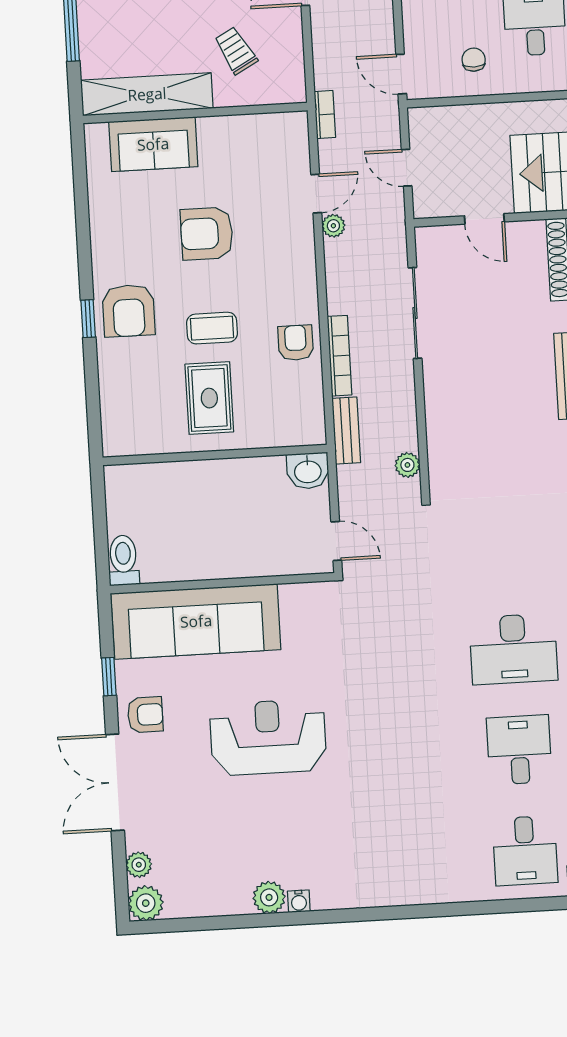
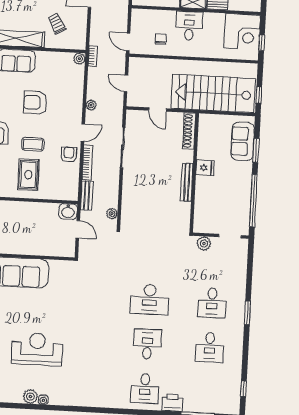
plant: (295, 124) -> (79, 59), added
door: (316, 194) -> (83, 133), moved
door: (336, 541) -> (78, 229), moved
reception desk: (268, 737) -> (37, 349), moved

